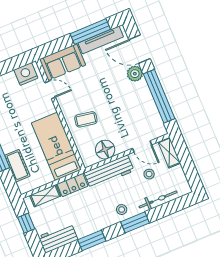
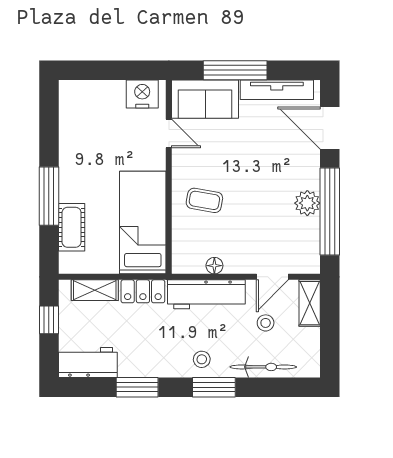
window: (90, 31) -> (235, 70), moved
plant: (135, 74) -> (307, 203), moved
door: (142, 147) -> (272, 277), hinge flipped
floor lamp: (105, 150) -> (214, 266), width x0.53, depth x0.53

